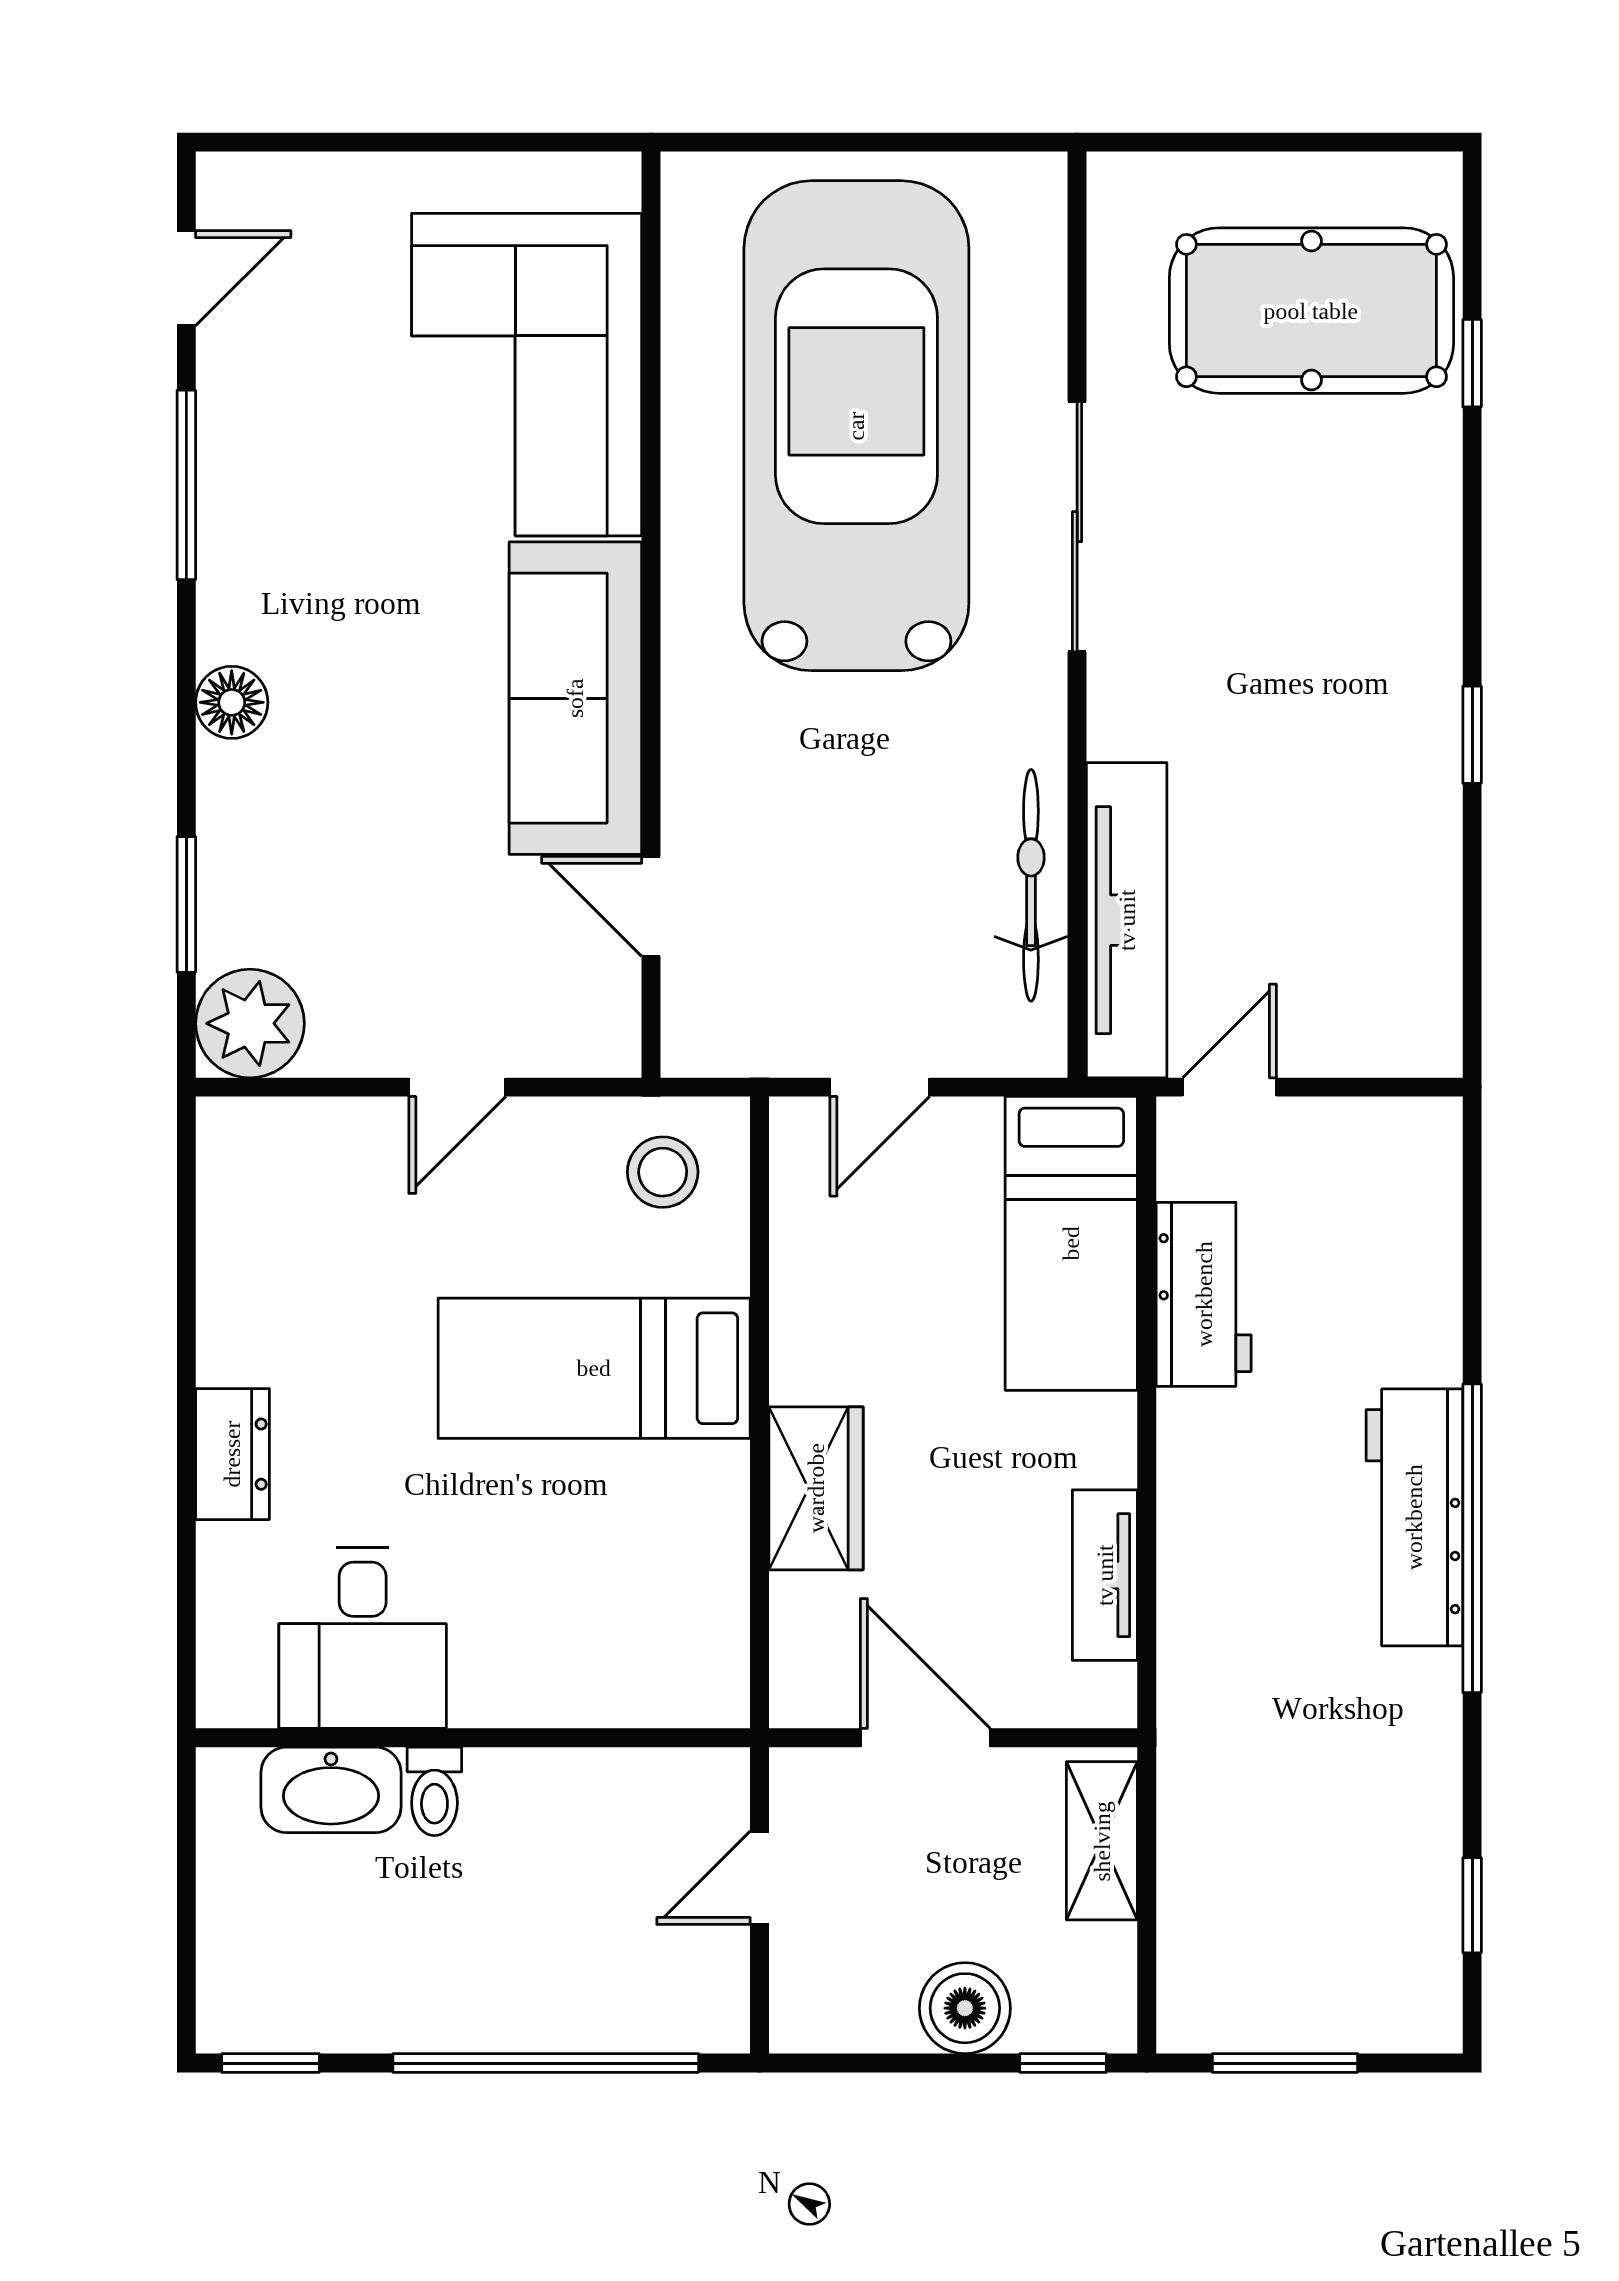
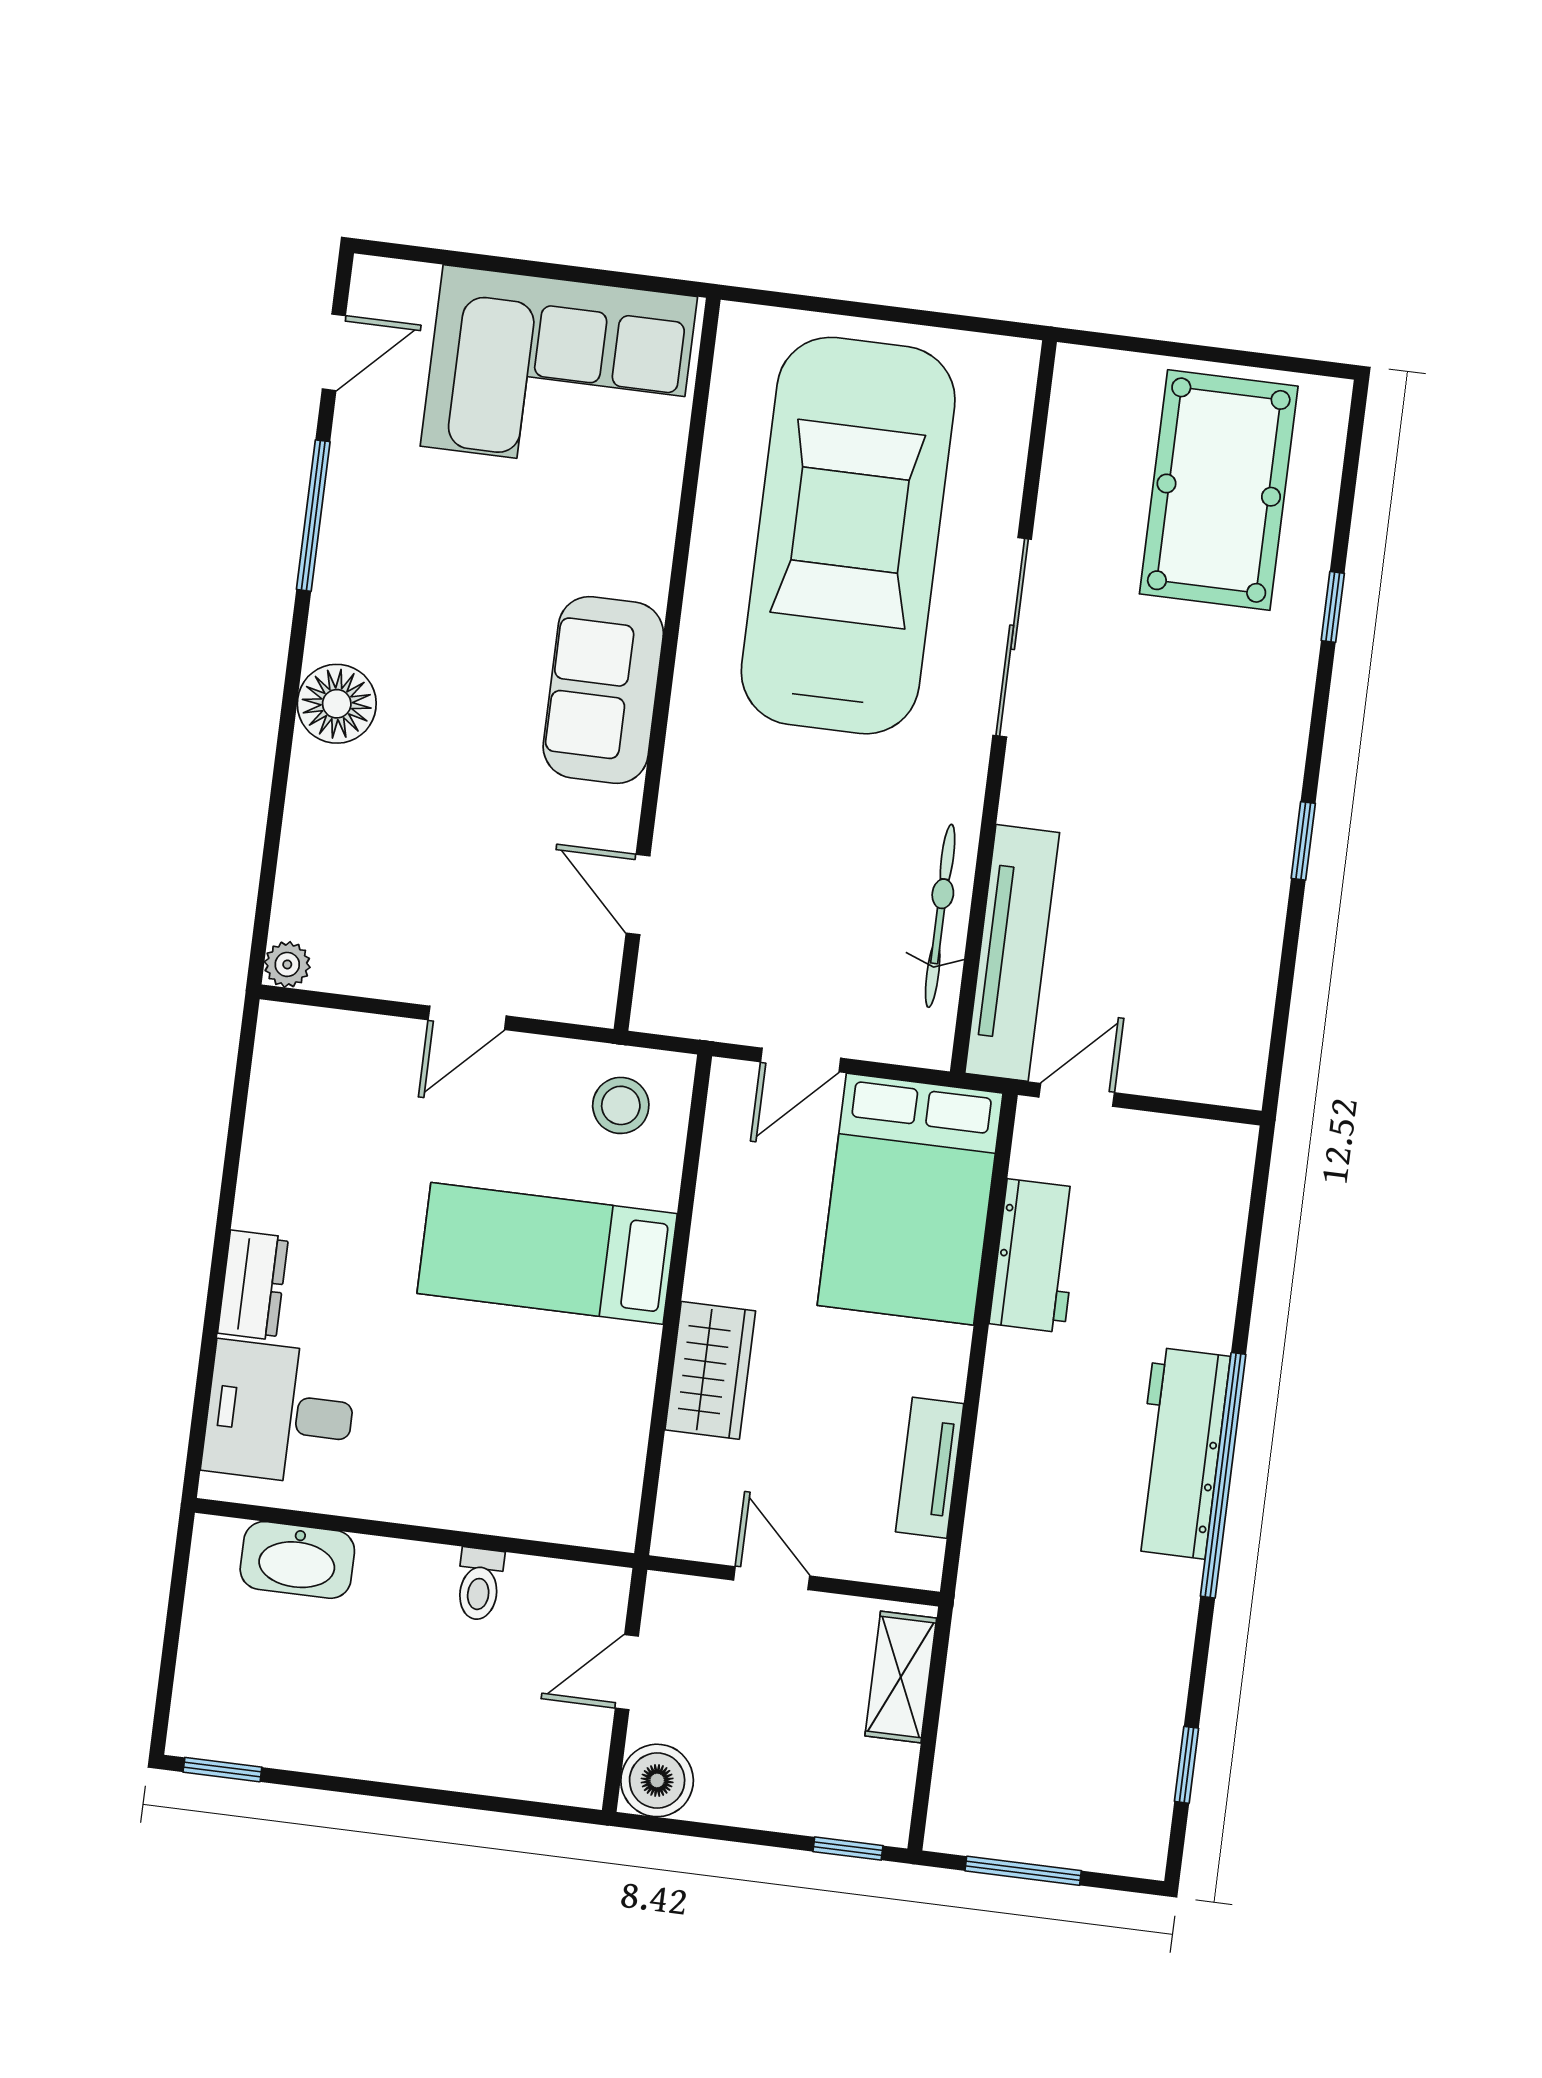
pool table: (1311, 311) -> (1219, 490), turned 90
window: (1472, 363) -> (1333, 607), moved
corner sofa: (527, 375) -> (559, 371), moved, turned -90
sofa: (575, 698) -> (603, 690), width x0.73
floor lamp: (232, 702) -> (337, 704), width x1.38, depth x1.38
window: (186, 904) -> (271, 847), removed
plant: (250, 1023) -> (287, 964), width x0.53, depth x0.53
bed: (1071, 1243) -> (910, 1199), width x1.50
desk: (363, 1638) -> (280, 1413), moved, turned 90
door: (925, 1738) -> (772, 1578), width x0.73
toilet: (434, 1791) -> (479, 1584), moved
boiler: (965, 2008) -> (657, 1780), moved
window: (546, 2063) -> (440, 1797), removed

